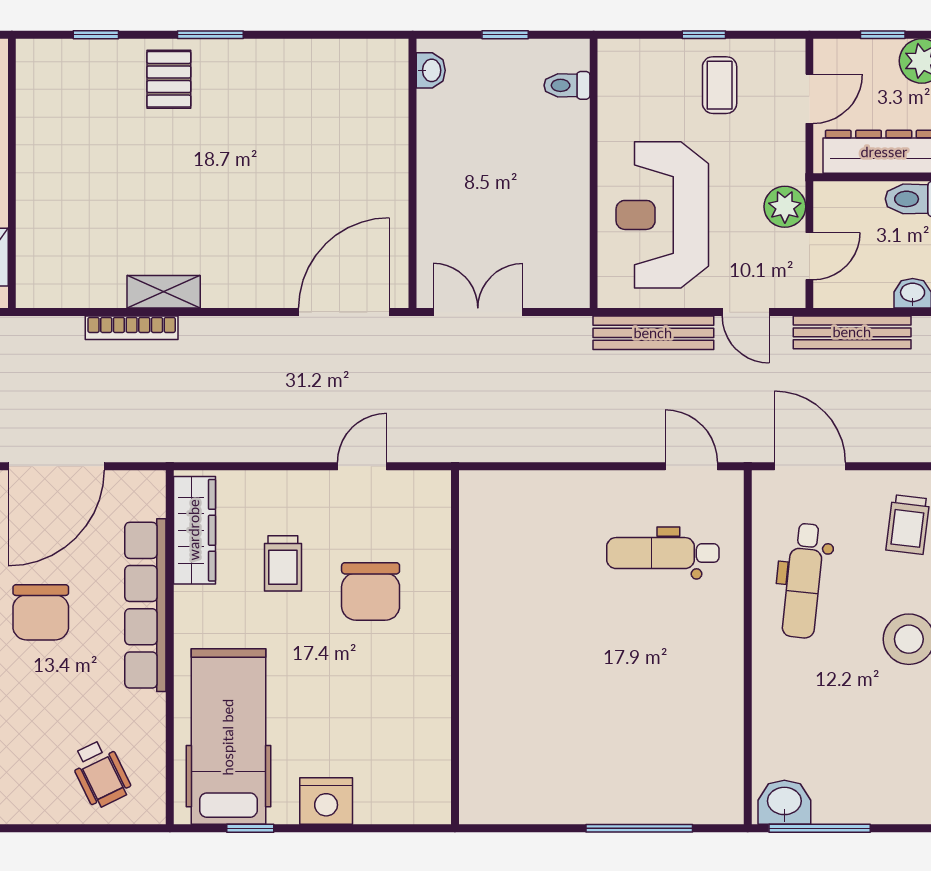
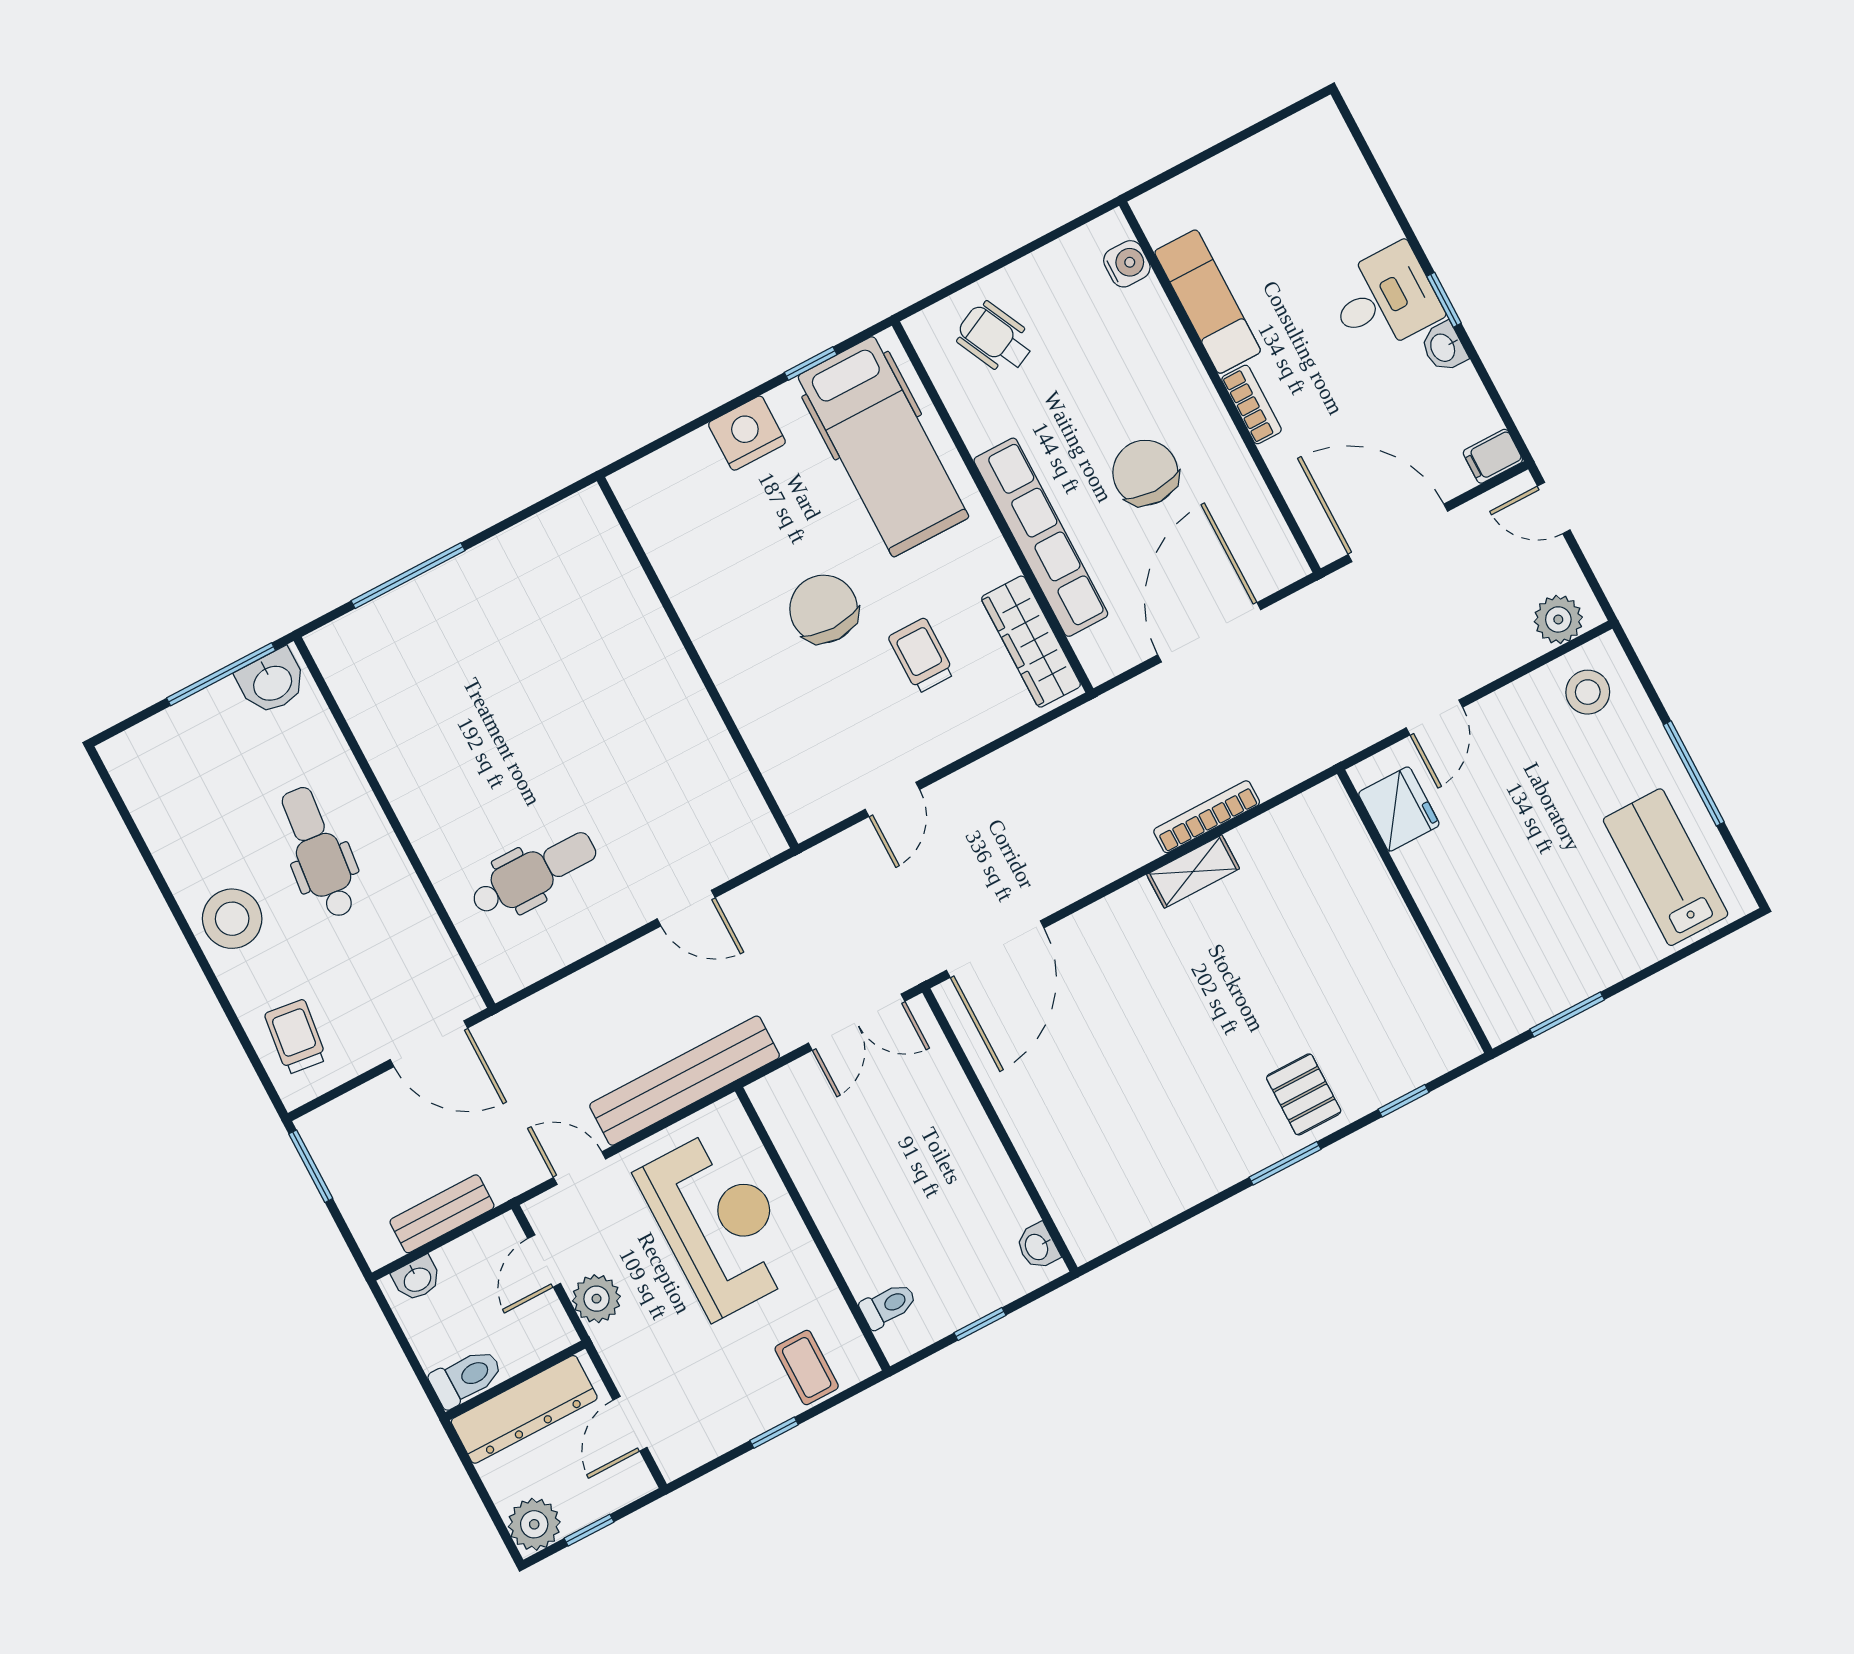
coffee table: (720, 85) -> (807, 1367), moved
bench: (852, 332) -> (442, 1214), width x0.73
bench: (653, 333) -> (685, 1081), width x1.37, depth x1.21
door: (691, 466) -> (686, 908), moved
dental chair: (803, 581) -> (319, 852), moved
chair: (371, 591) -> (824, 609), moved

